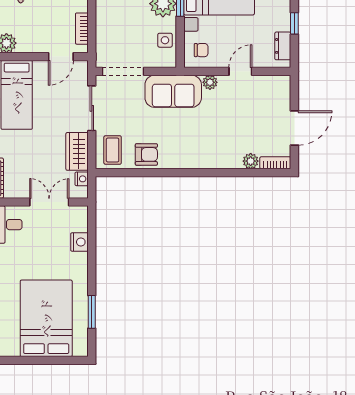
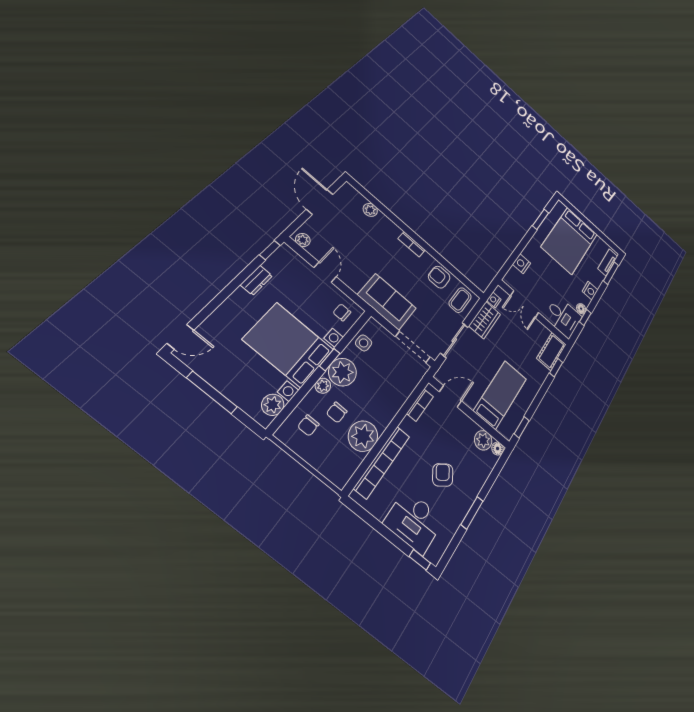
window: (294, 23) -> (270, 250), moved
dresser: (283, 46) -> (256, 280), moved
door: (240, 71) -> (325, 272), swing flipped
plant: (210, 82) -> (303, 240), moved
door: (294, 128) -> (320, 202), hinge flipped
bookcase: (275, 163) -> (412, 244), moved

